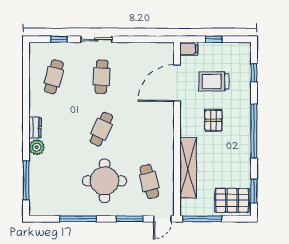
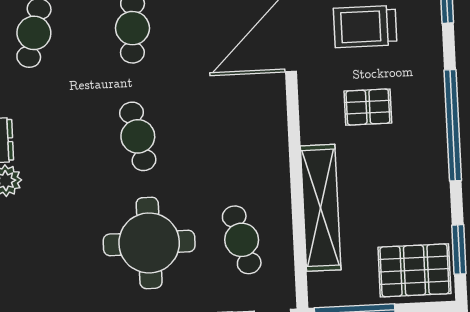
pallet: (213, 120) -> (368, 107), turned 90
cafe table: (102, 129) -> (138, 136), turned -36

